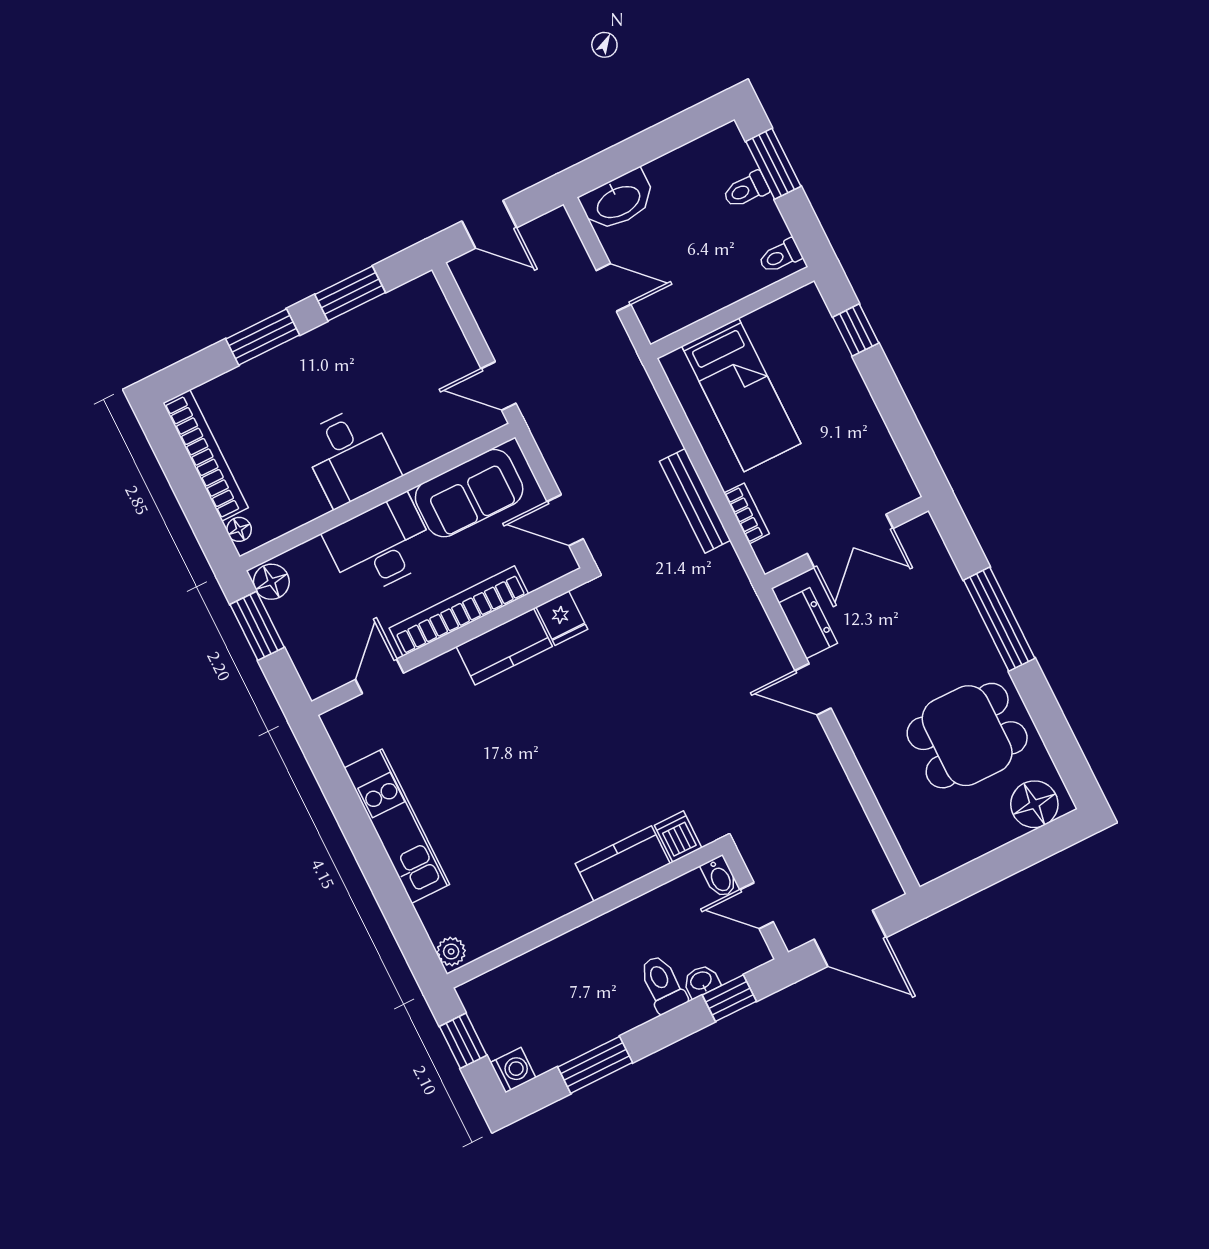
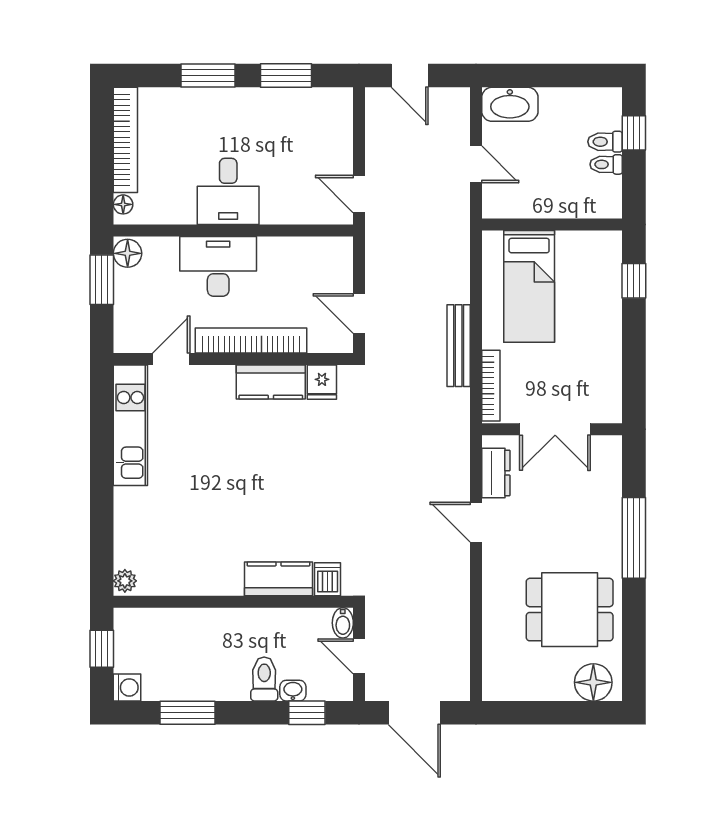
window: (773, 164) -> (634, 133), width x0.67
toilet: (780, 256) -> (606, 164), moved
sofa: (469, 493) -> (300, 260), removed
bookcase: (747, 513) -> (491, 386), width x1.56
kitchen unit: (397, 826) -> (130, 425), moved

